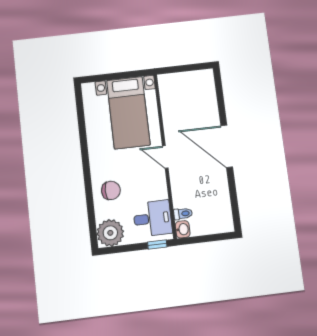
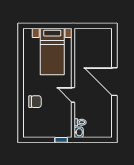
door: (165, 157) -> (73, 95), moved
desk: (153, 218) -> (60, 123), removed
plant: (110, 233) -> (32, 129), removed

